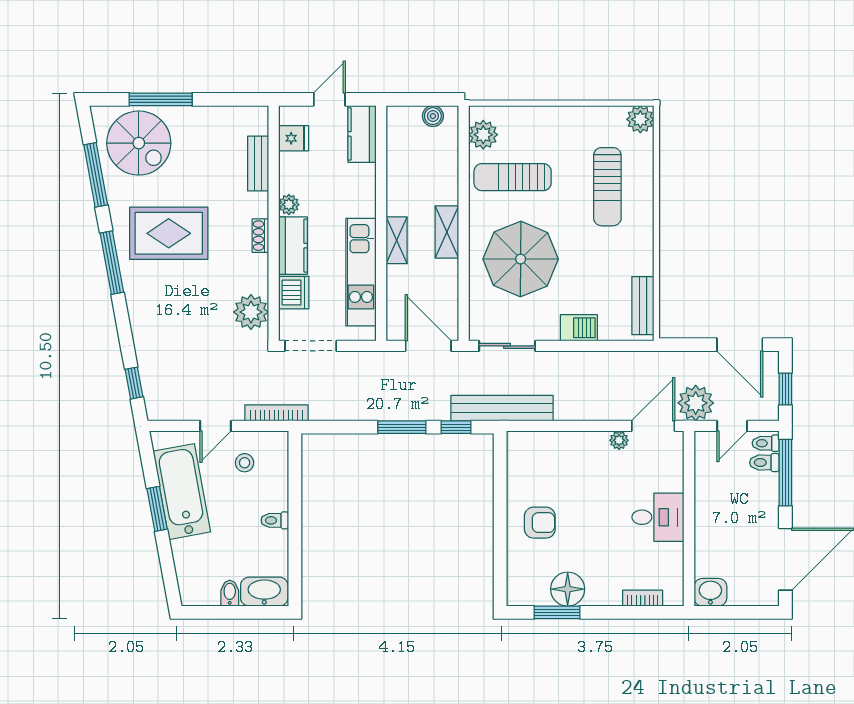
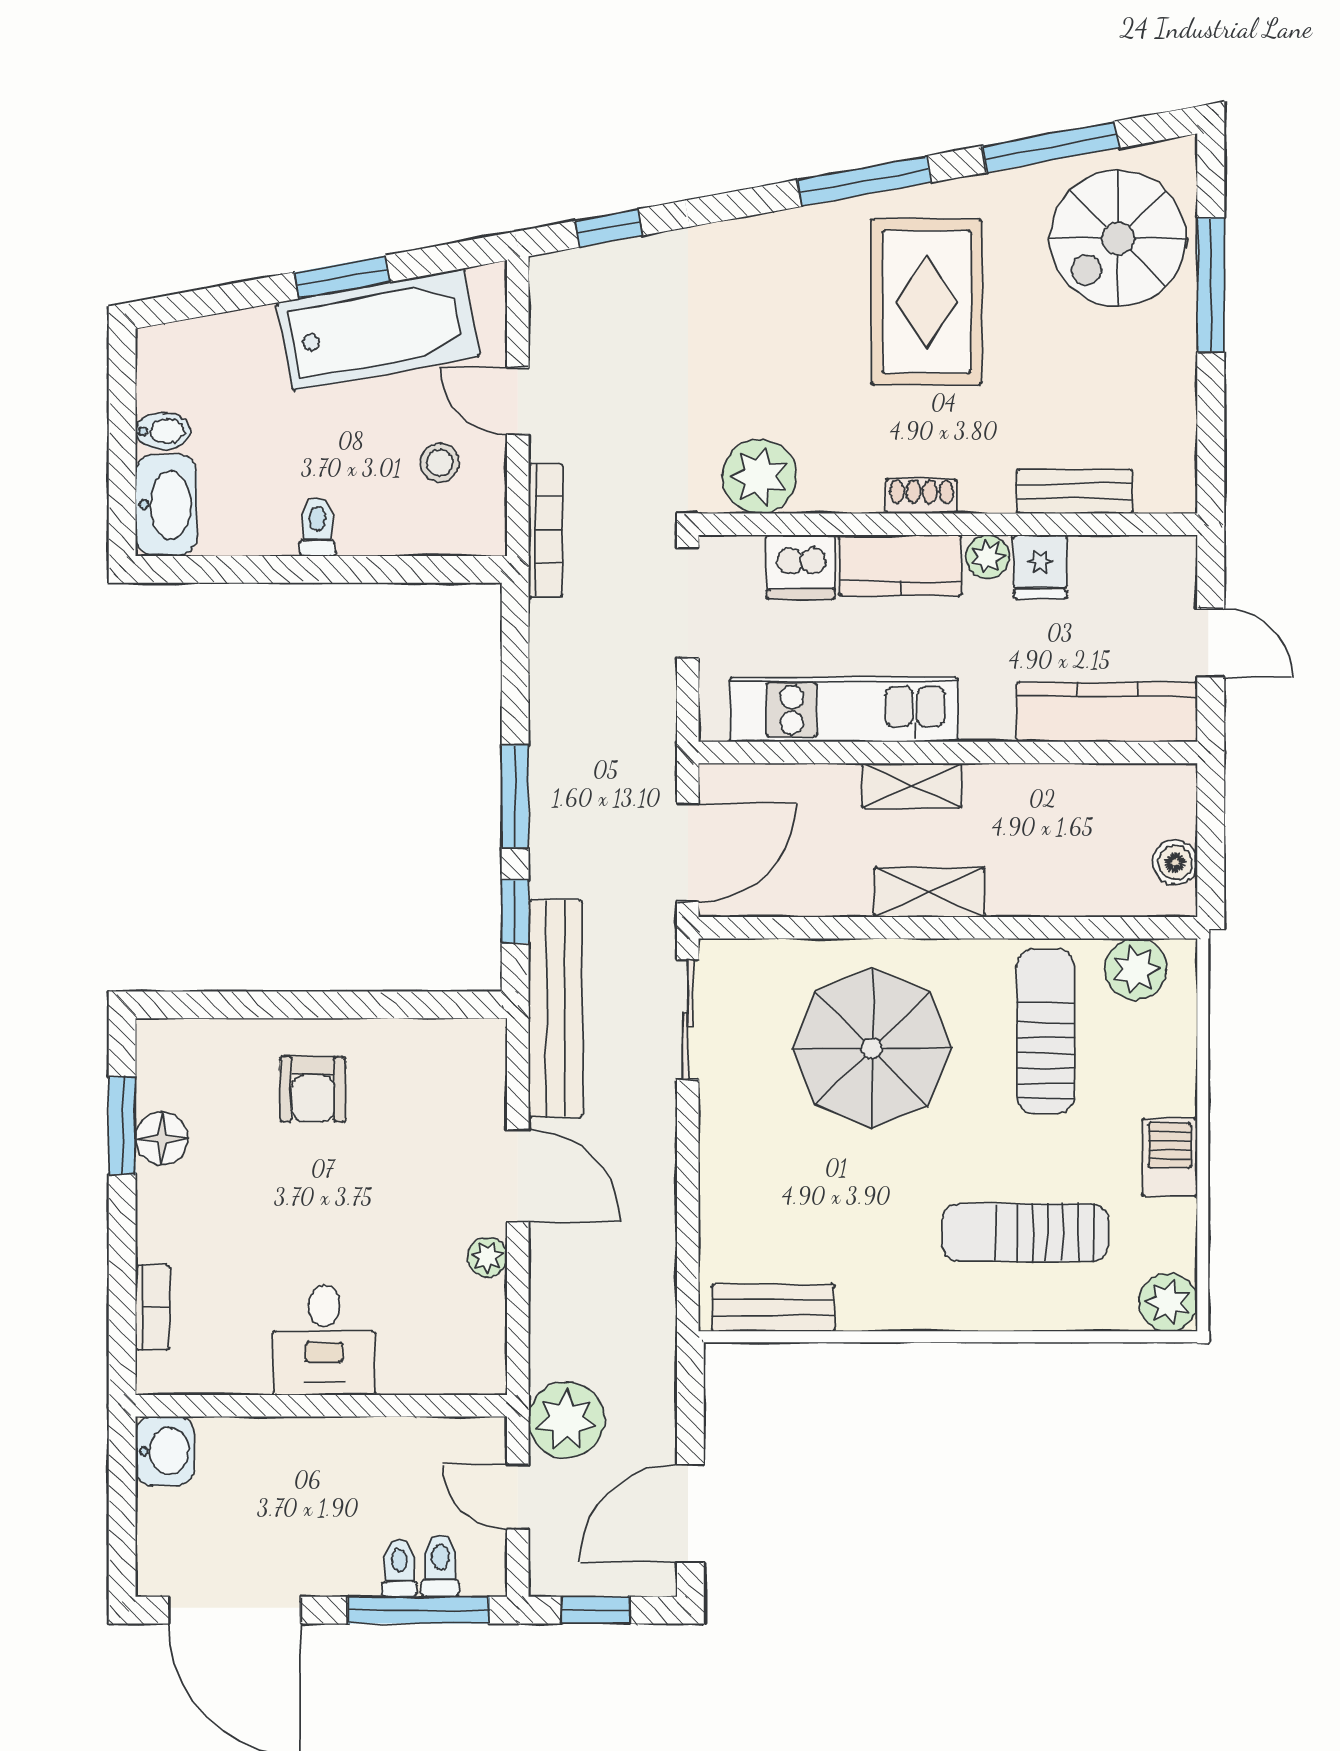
kitchen counter: (362, 134) -> (1107, 712), width x1.50
fridge: (294, 138) -> (1040, 567), moved
barbecue: (579, 328) -> (1170, 1157), moved, turned 180
door: (653, 426) -> (518, 1176), moved
toilet: (766, 443) -> (399, 1568), moved
floor lamp: (568, 589) -> (162, 1138), width x0.73, depth x0.73

